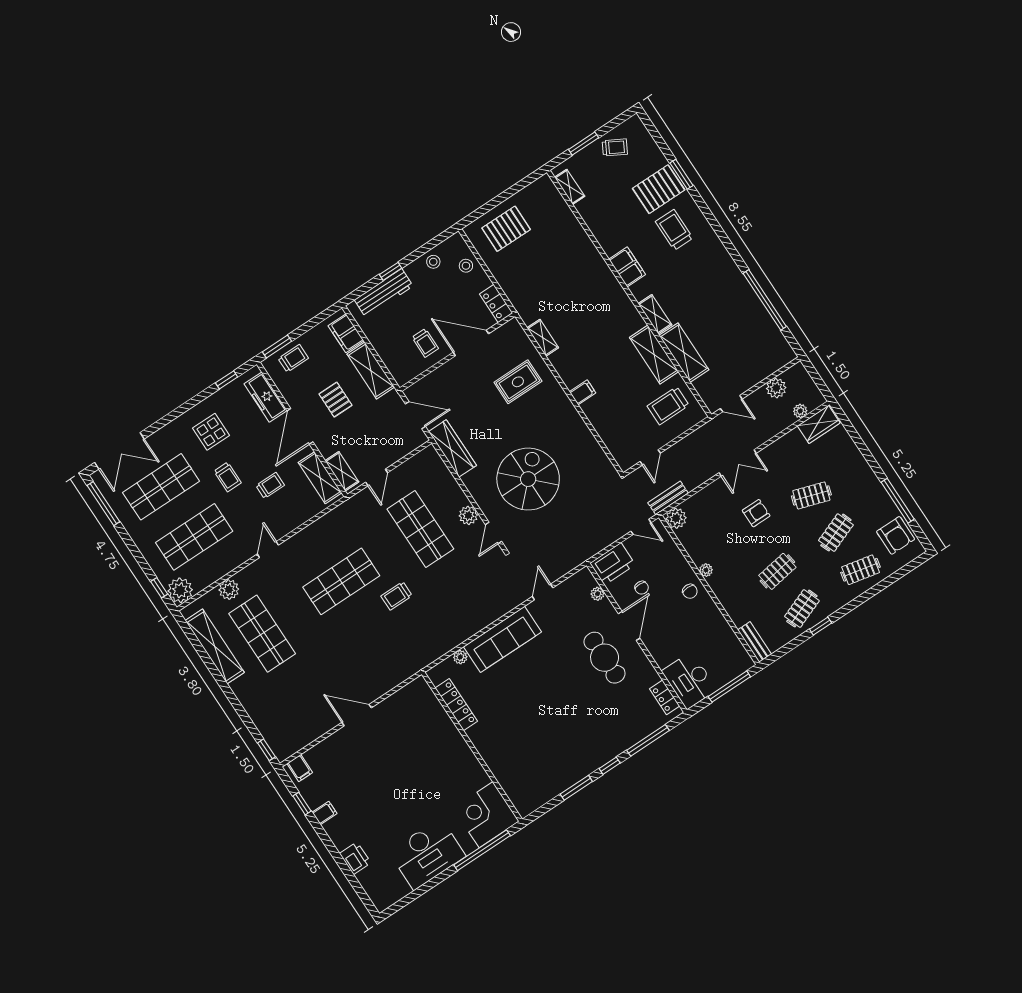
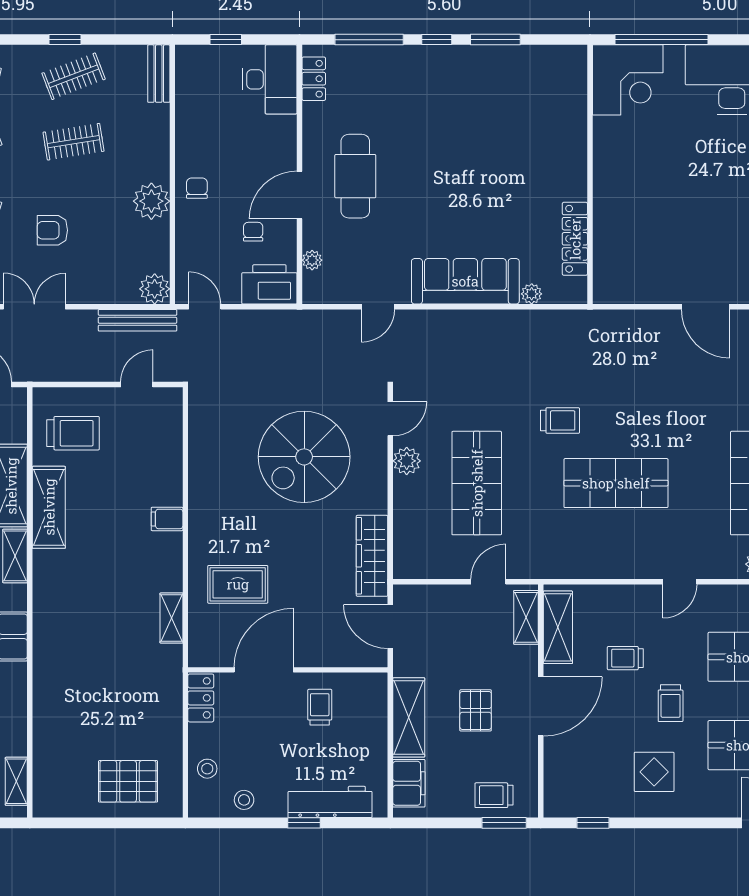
door: (471, 343) -> (264, 670), swing flipped
freezer: (266, 397) -> (559, 770), removed
trolley: (228, 477) -> (671, 703), turned 180
bench: (668, 498) -> (138, 320), width x1.36
plant: (706, 570) -> (151, 201), width x1.88, depth x1.88
window: (729, 687) -> (226, 40), width x0.46

